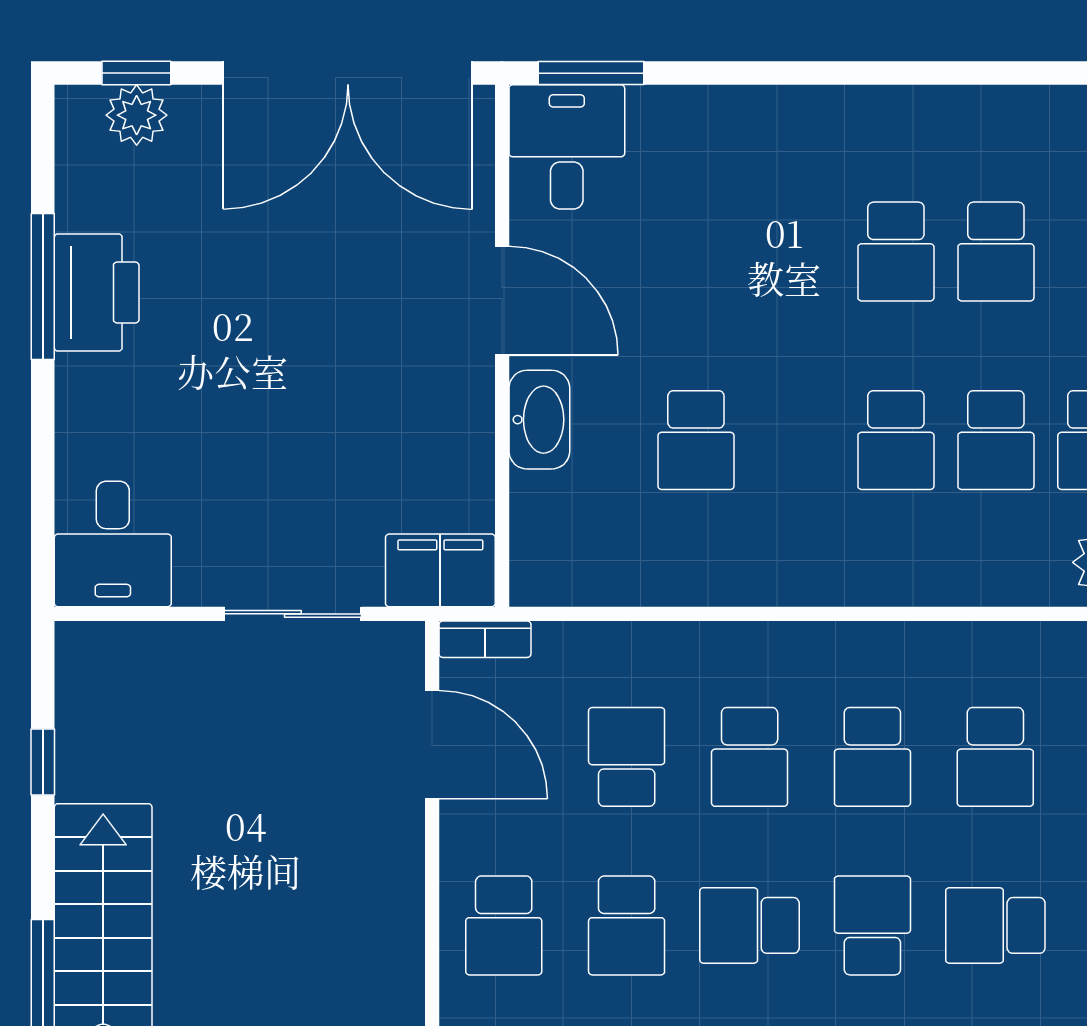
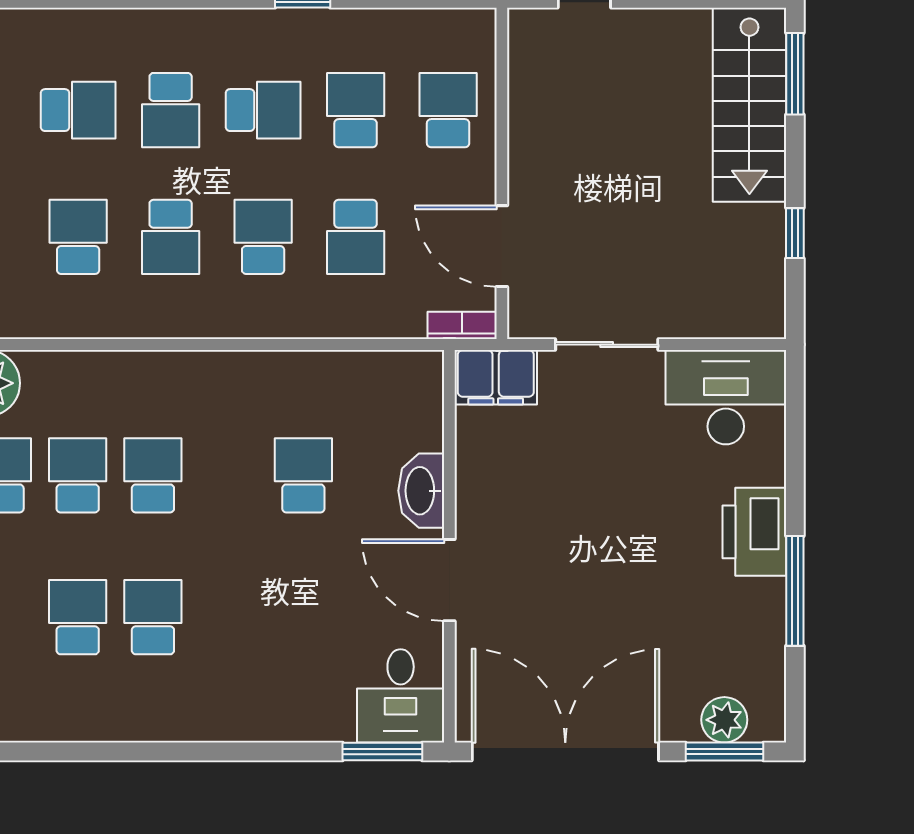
window: (136, 73) -> (724, 751), width x1.50
printer: (97, 293) -> (754, 532), moved
desk: (113, 544) -> (726, 397), width x1.37
school desk: (872, 757) -> (171, 237), turned 180

